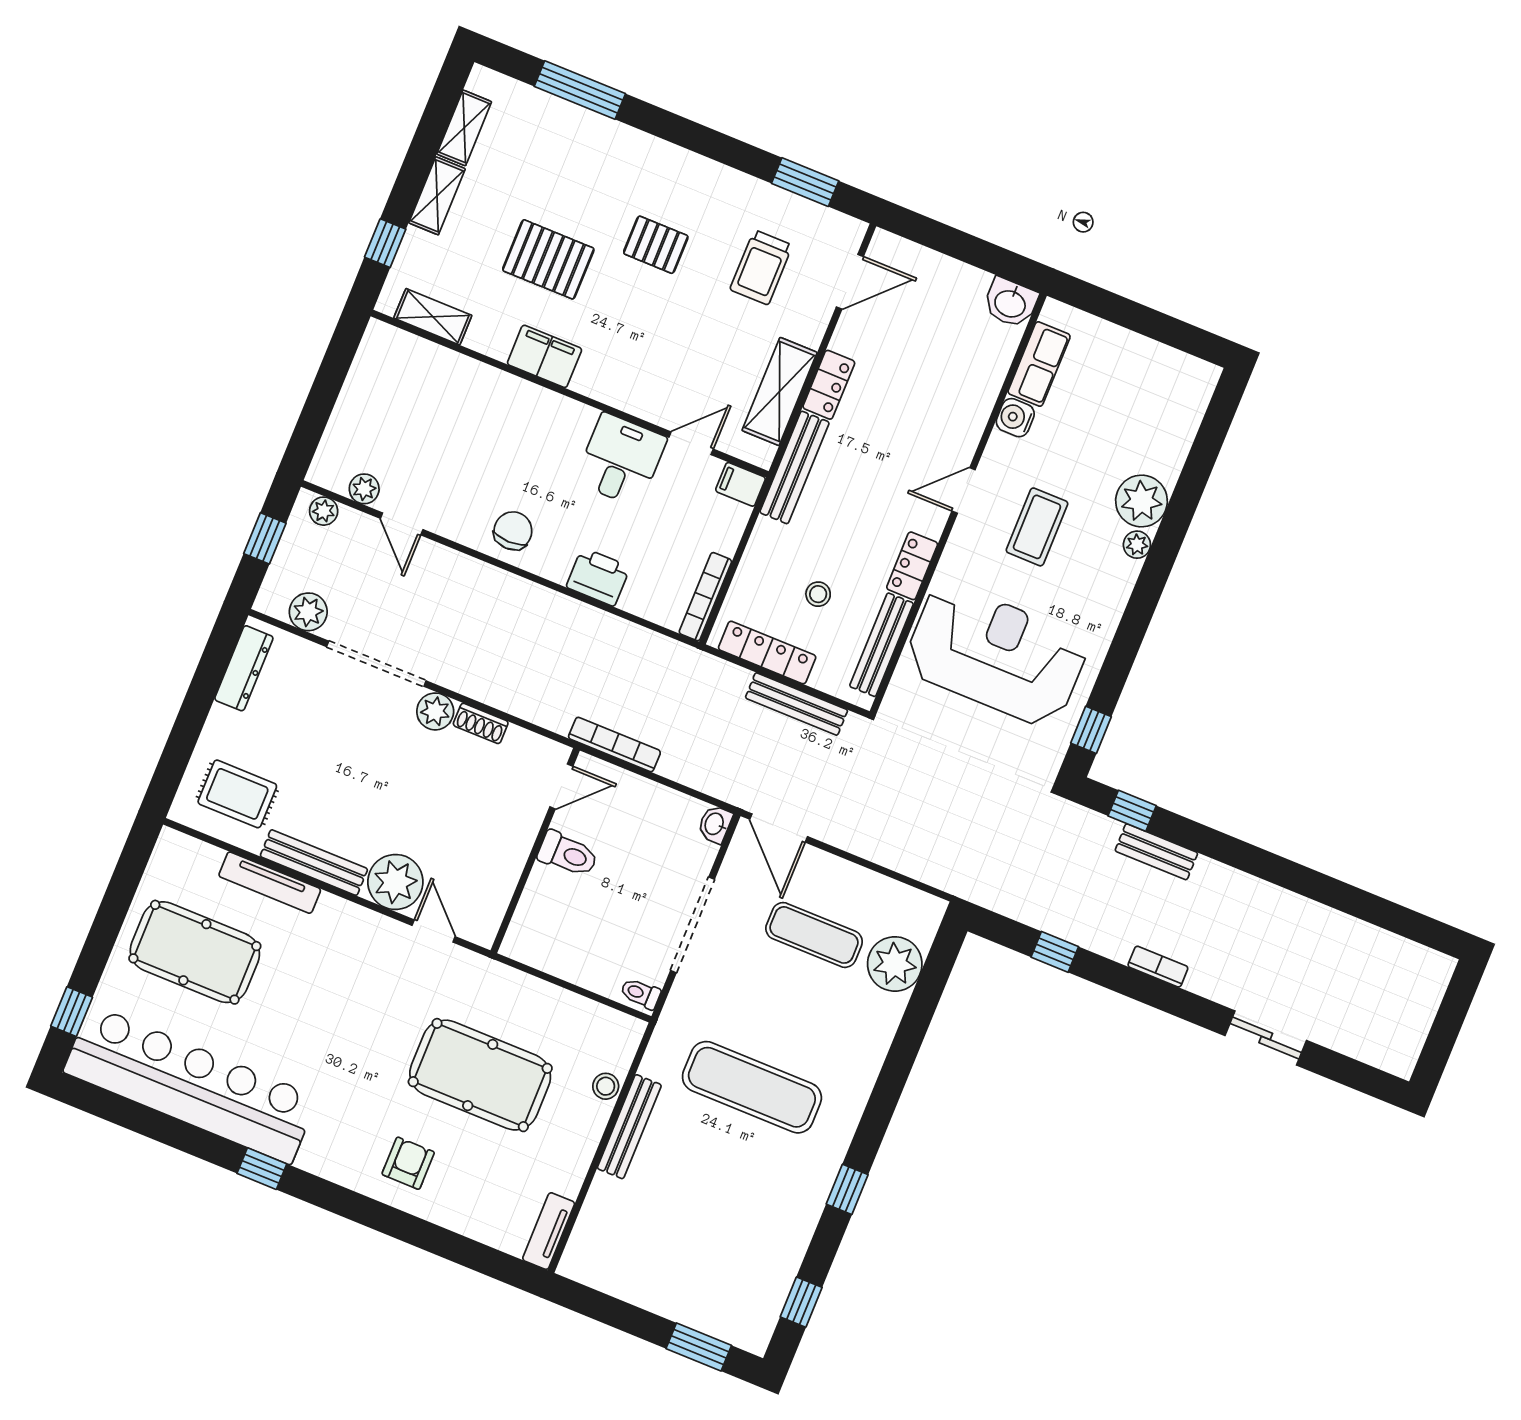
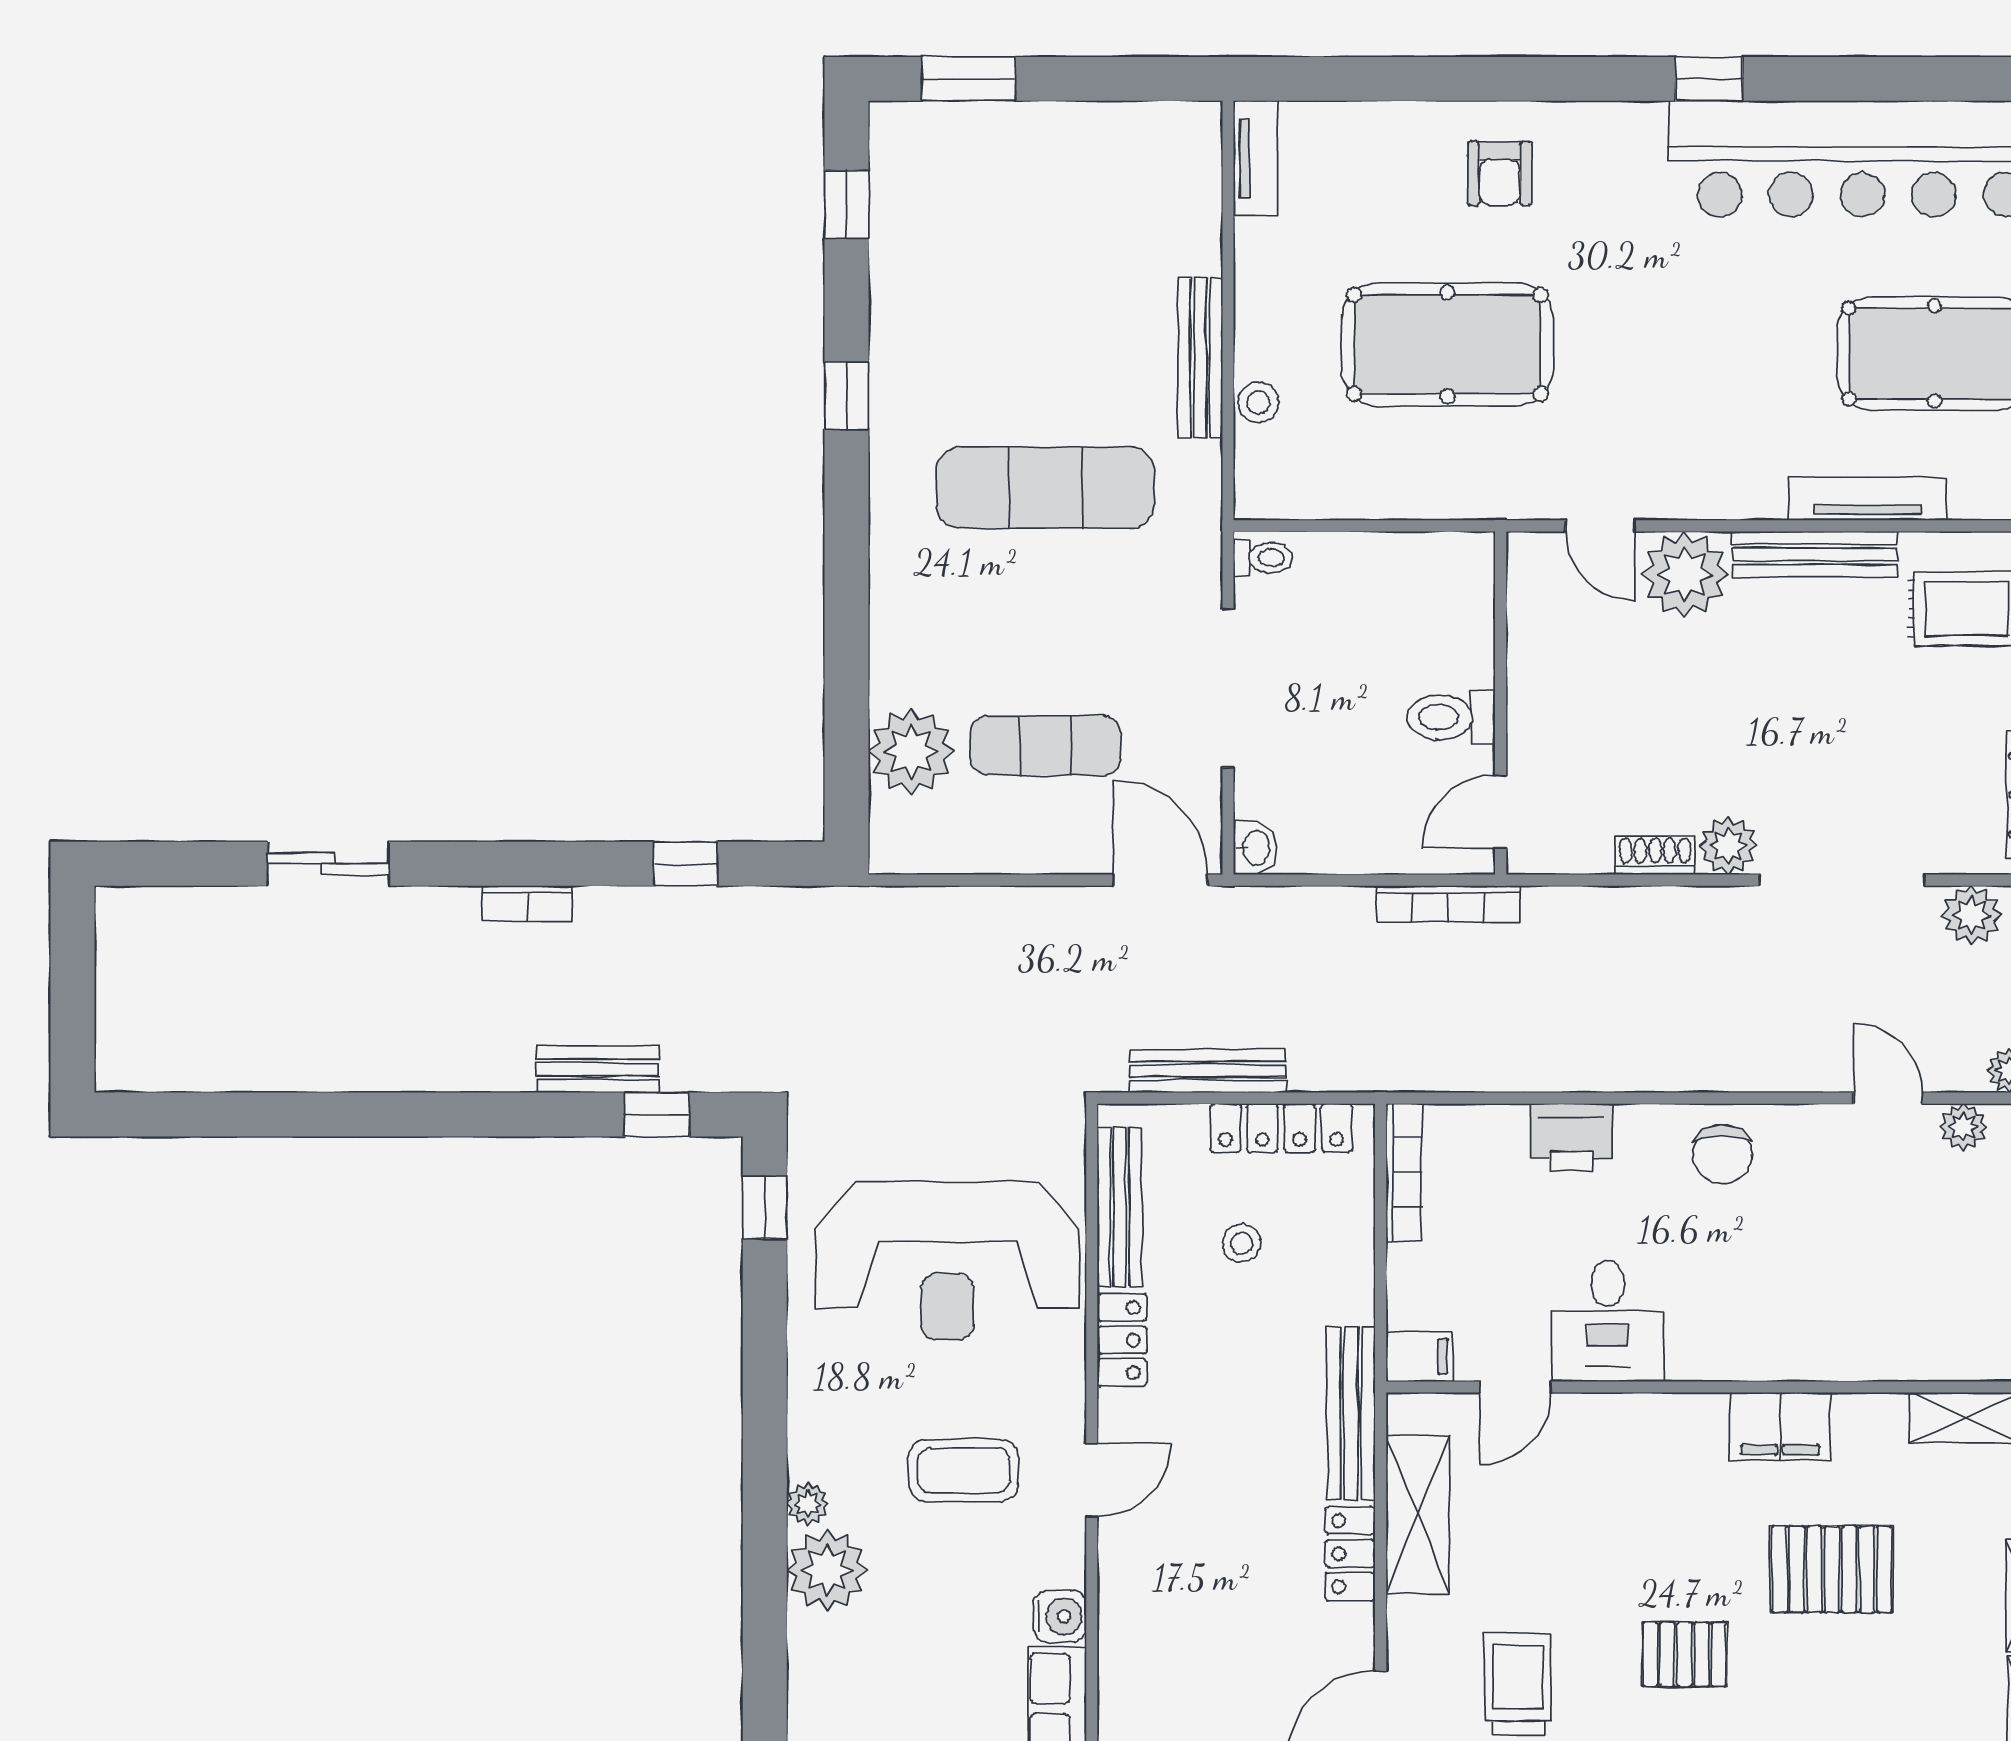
coffee table: (1037, 527) -> (964, 1470), turned 90

